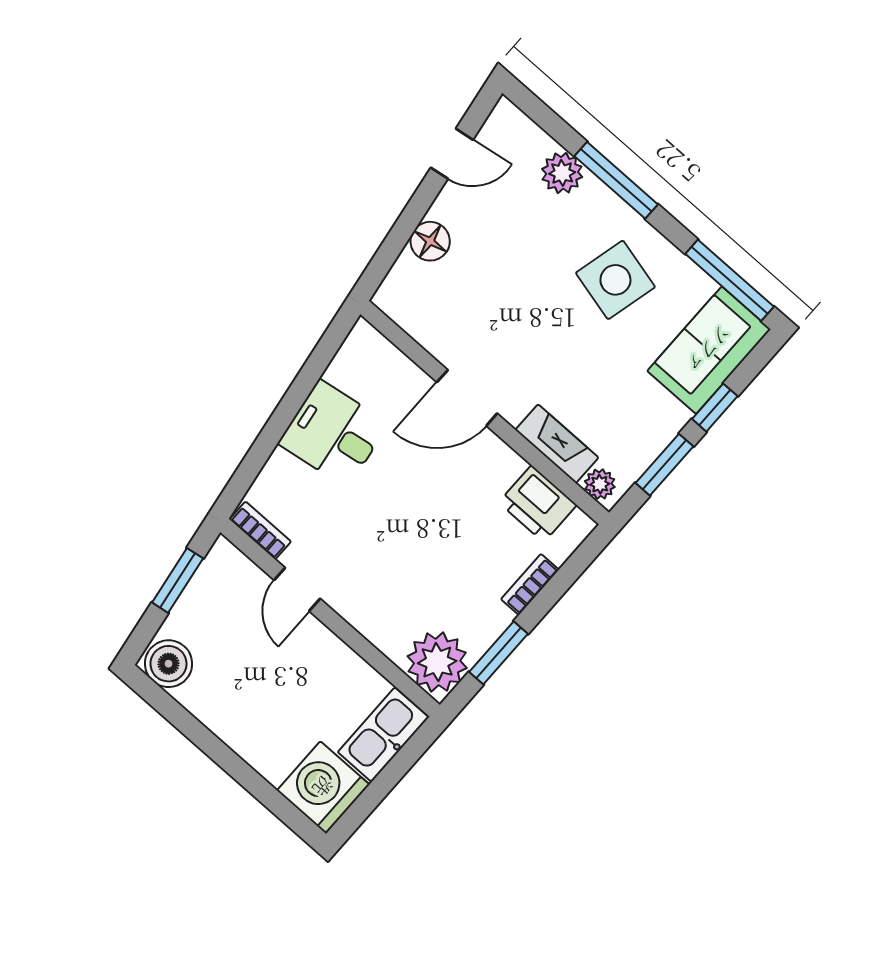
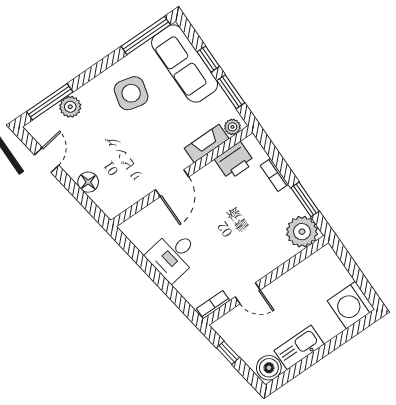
window: (616, 180) -> (50, 102), moved
sofa: (709, 350) -> (185, 64), width x1.36
window: (178, 580) -> (228, 353), width x0.67
kitchen sink: (383, 735) -> (299, 347), moved, turned 90

